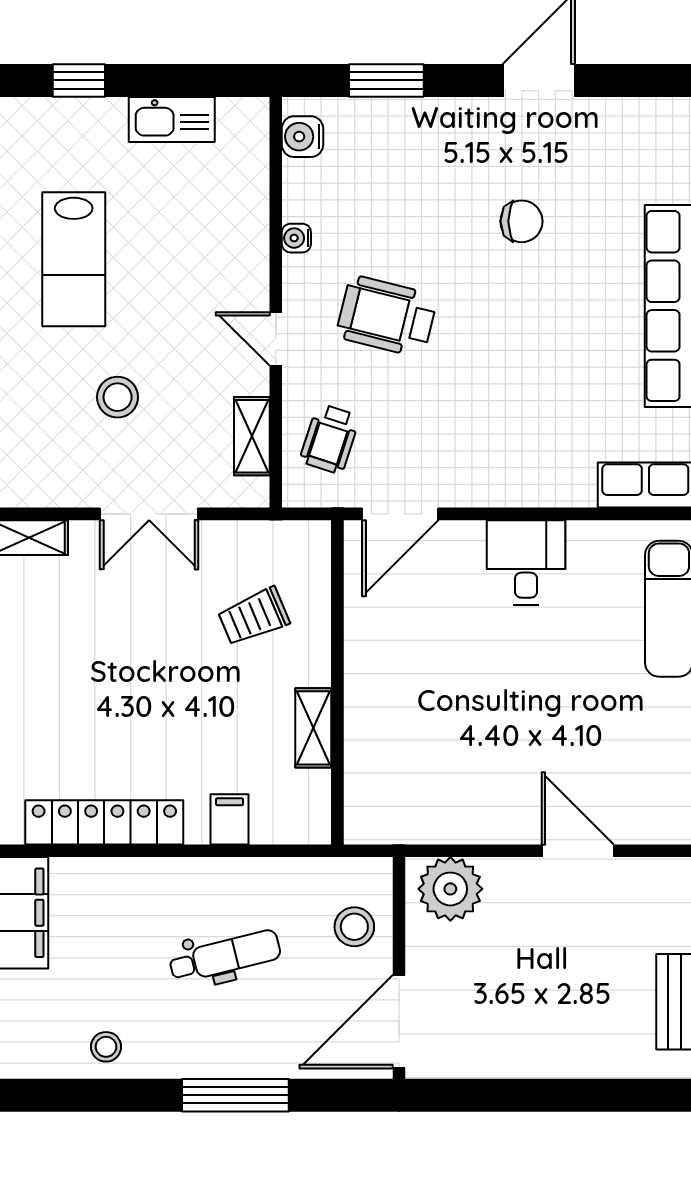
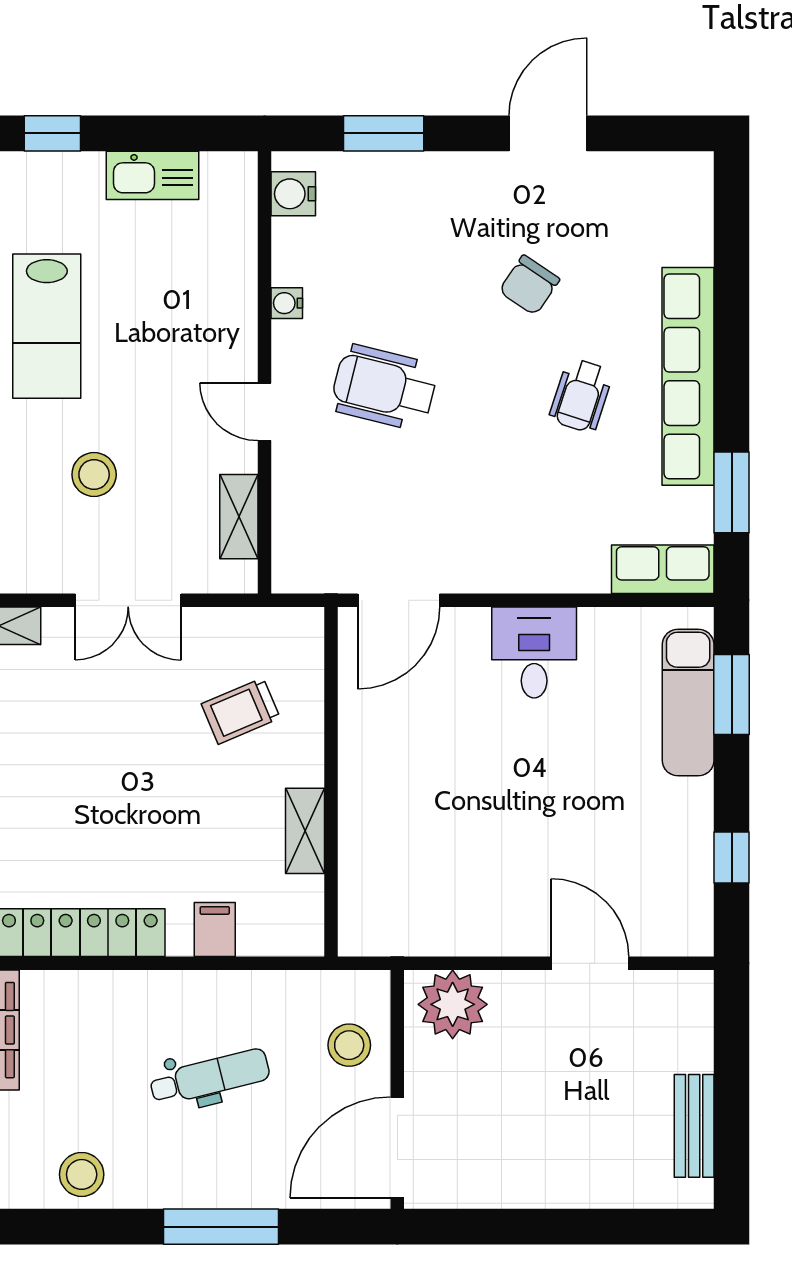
chair: (522, 221) -> (529, 285), turned 124
wheelchair: (330, 439) -> (581, 396), moved
stool: (106, 1047) -> (82, 1174), width x1.37, depth x1.37

